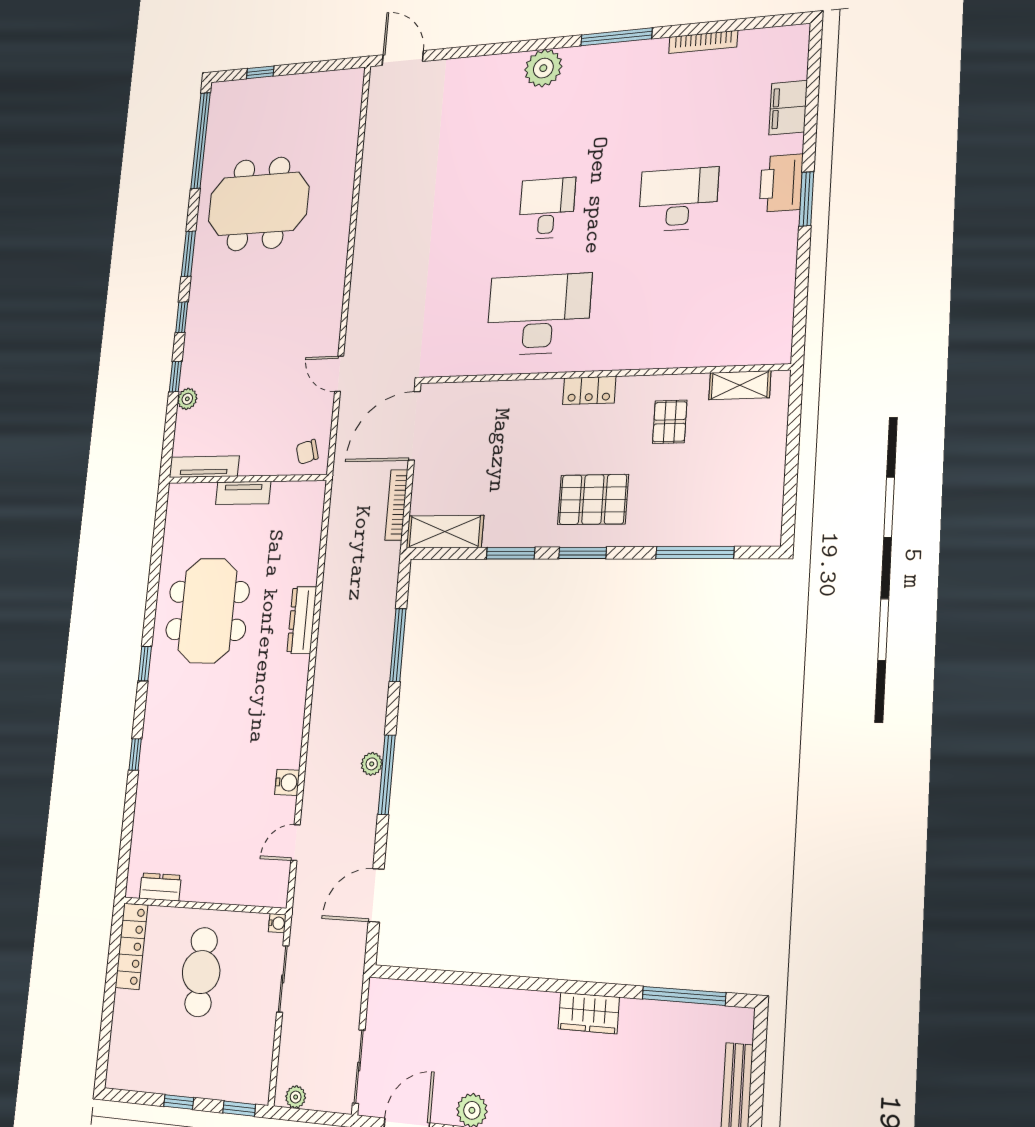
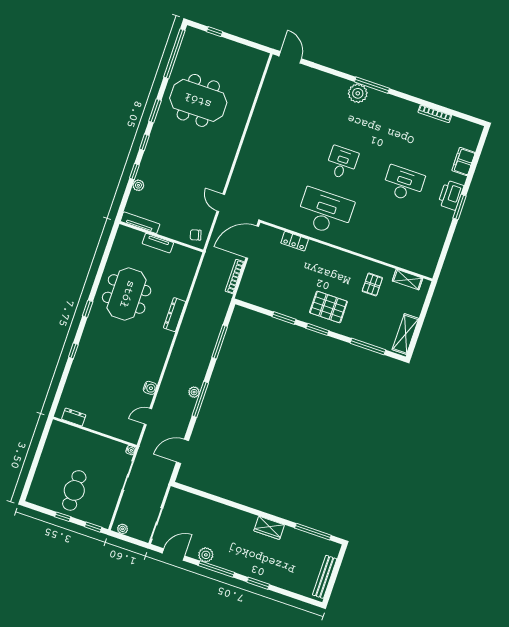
window: (616, 37) -> (372, 85), moved
locker: (589, 390) -> (295, 241), moved
shelving: (445, 532) -> (405, 334), moved, turned 90
locker: (131, 946) -> (53, 440), removed
cafe table: (201, 972) -> (74, 490), moved

